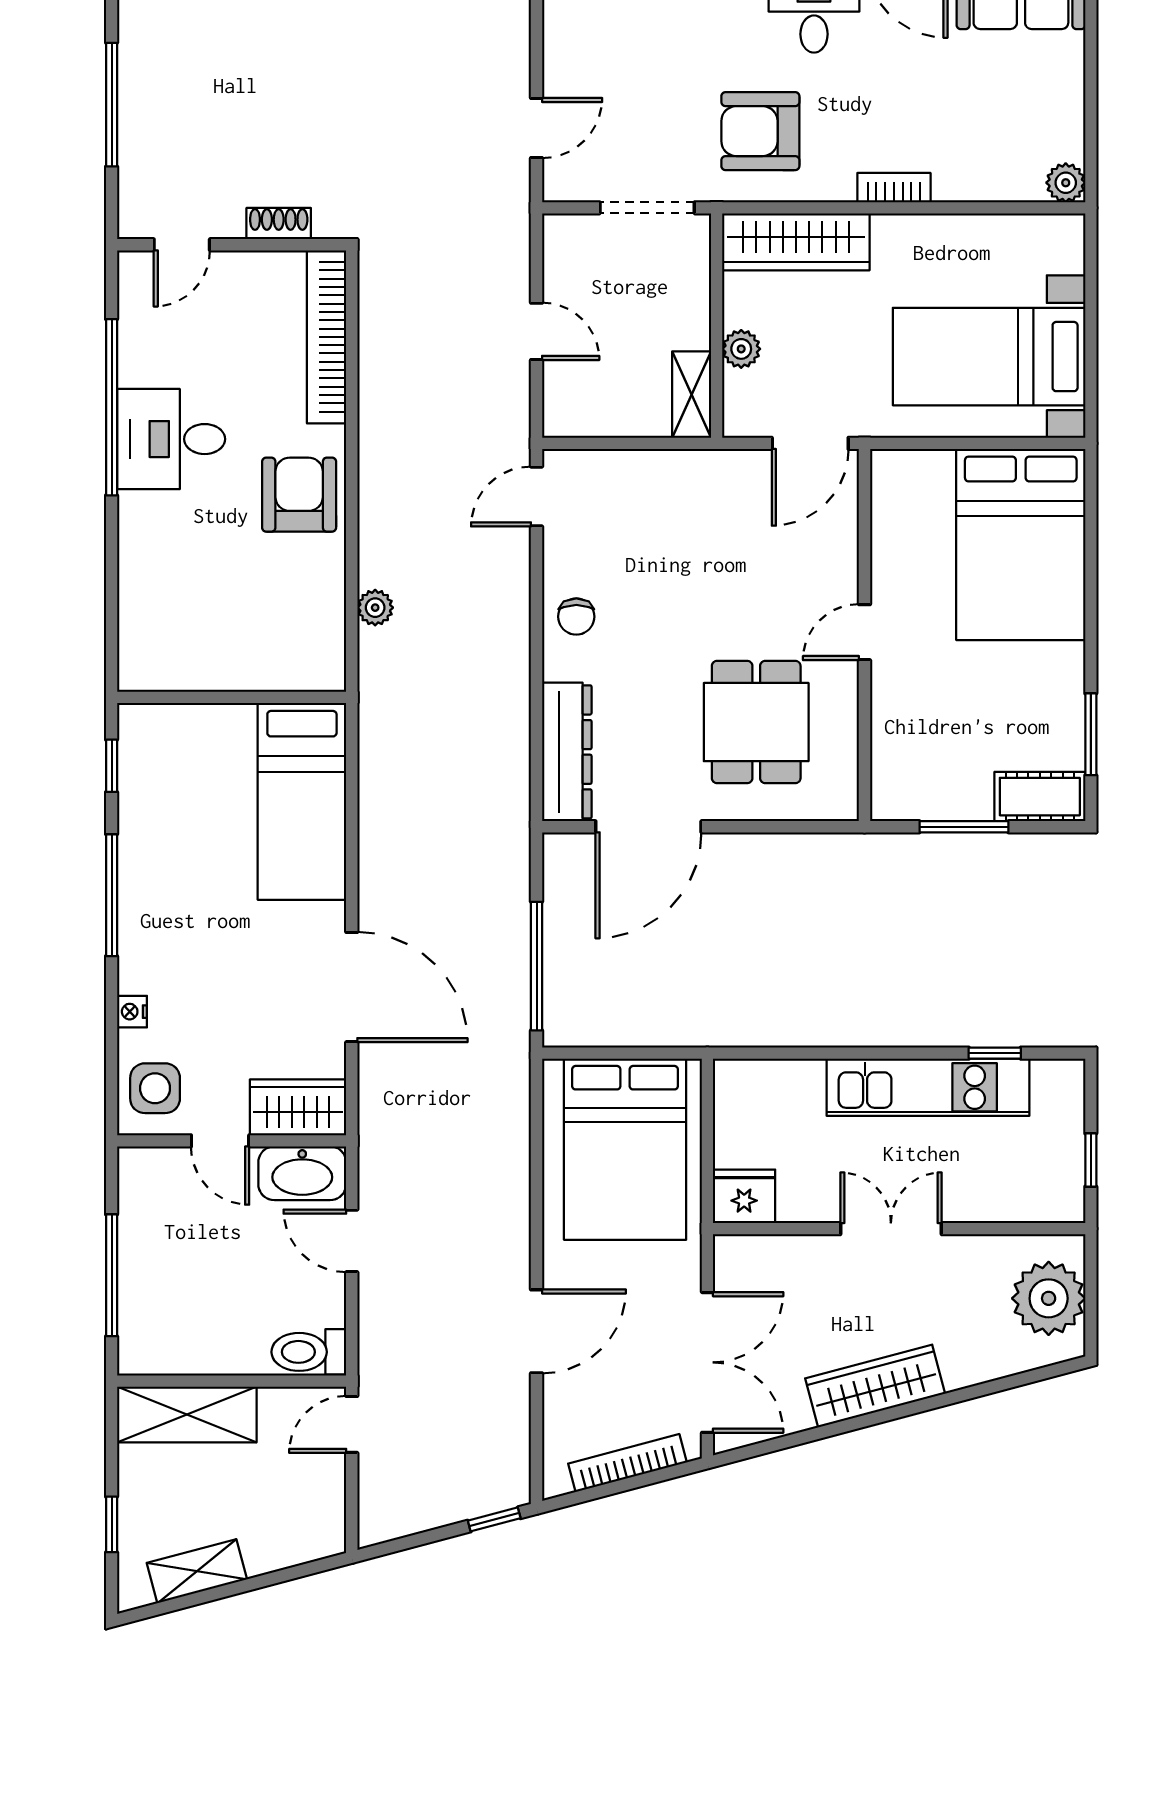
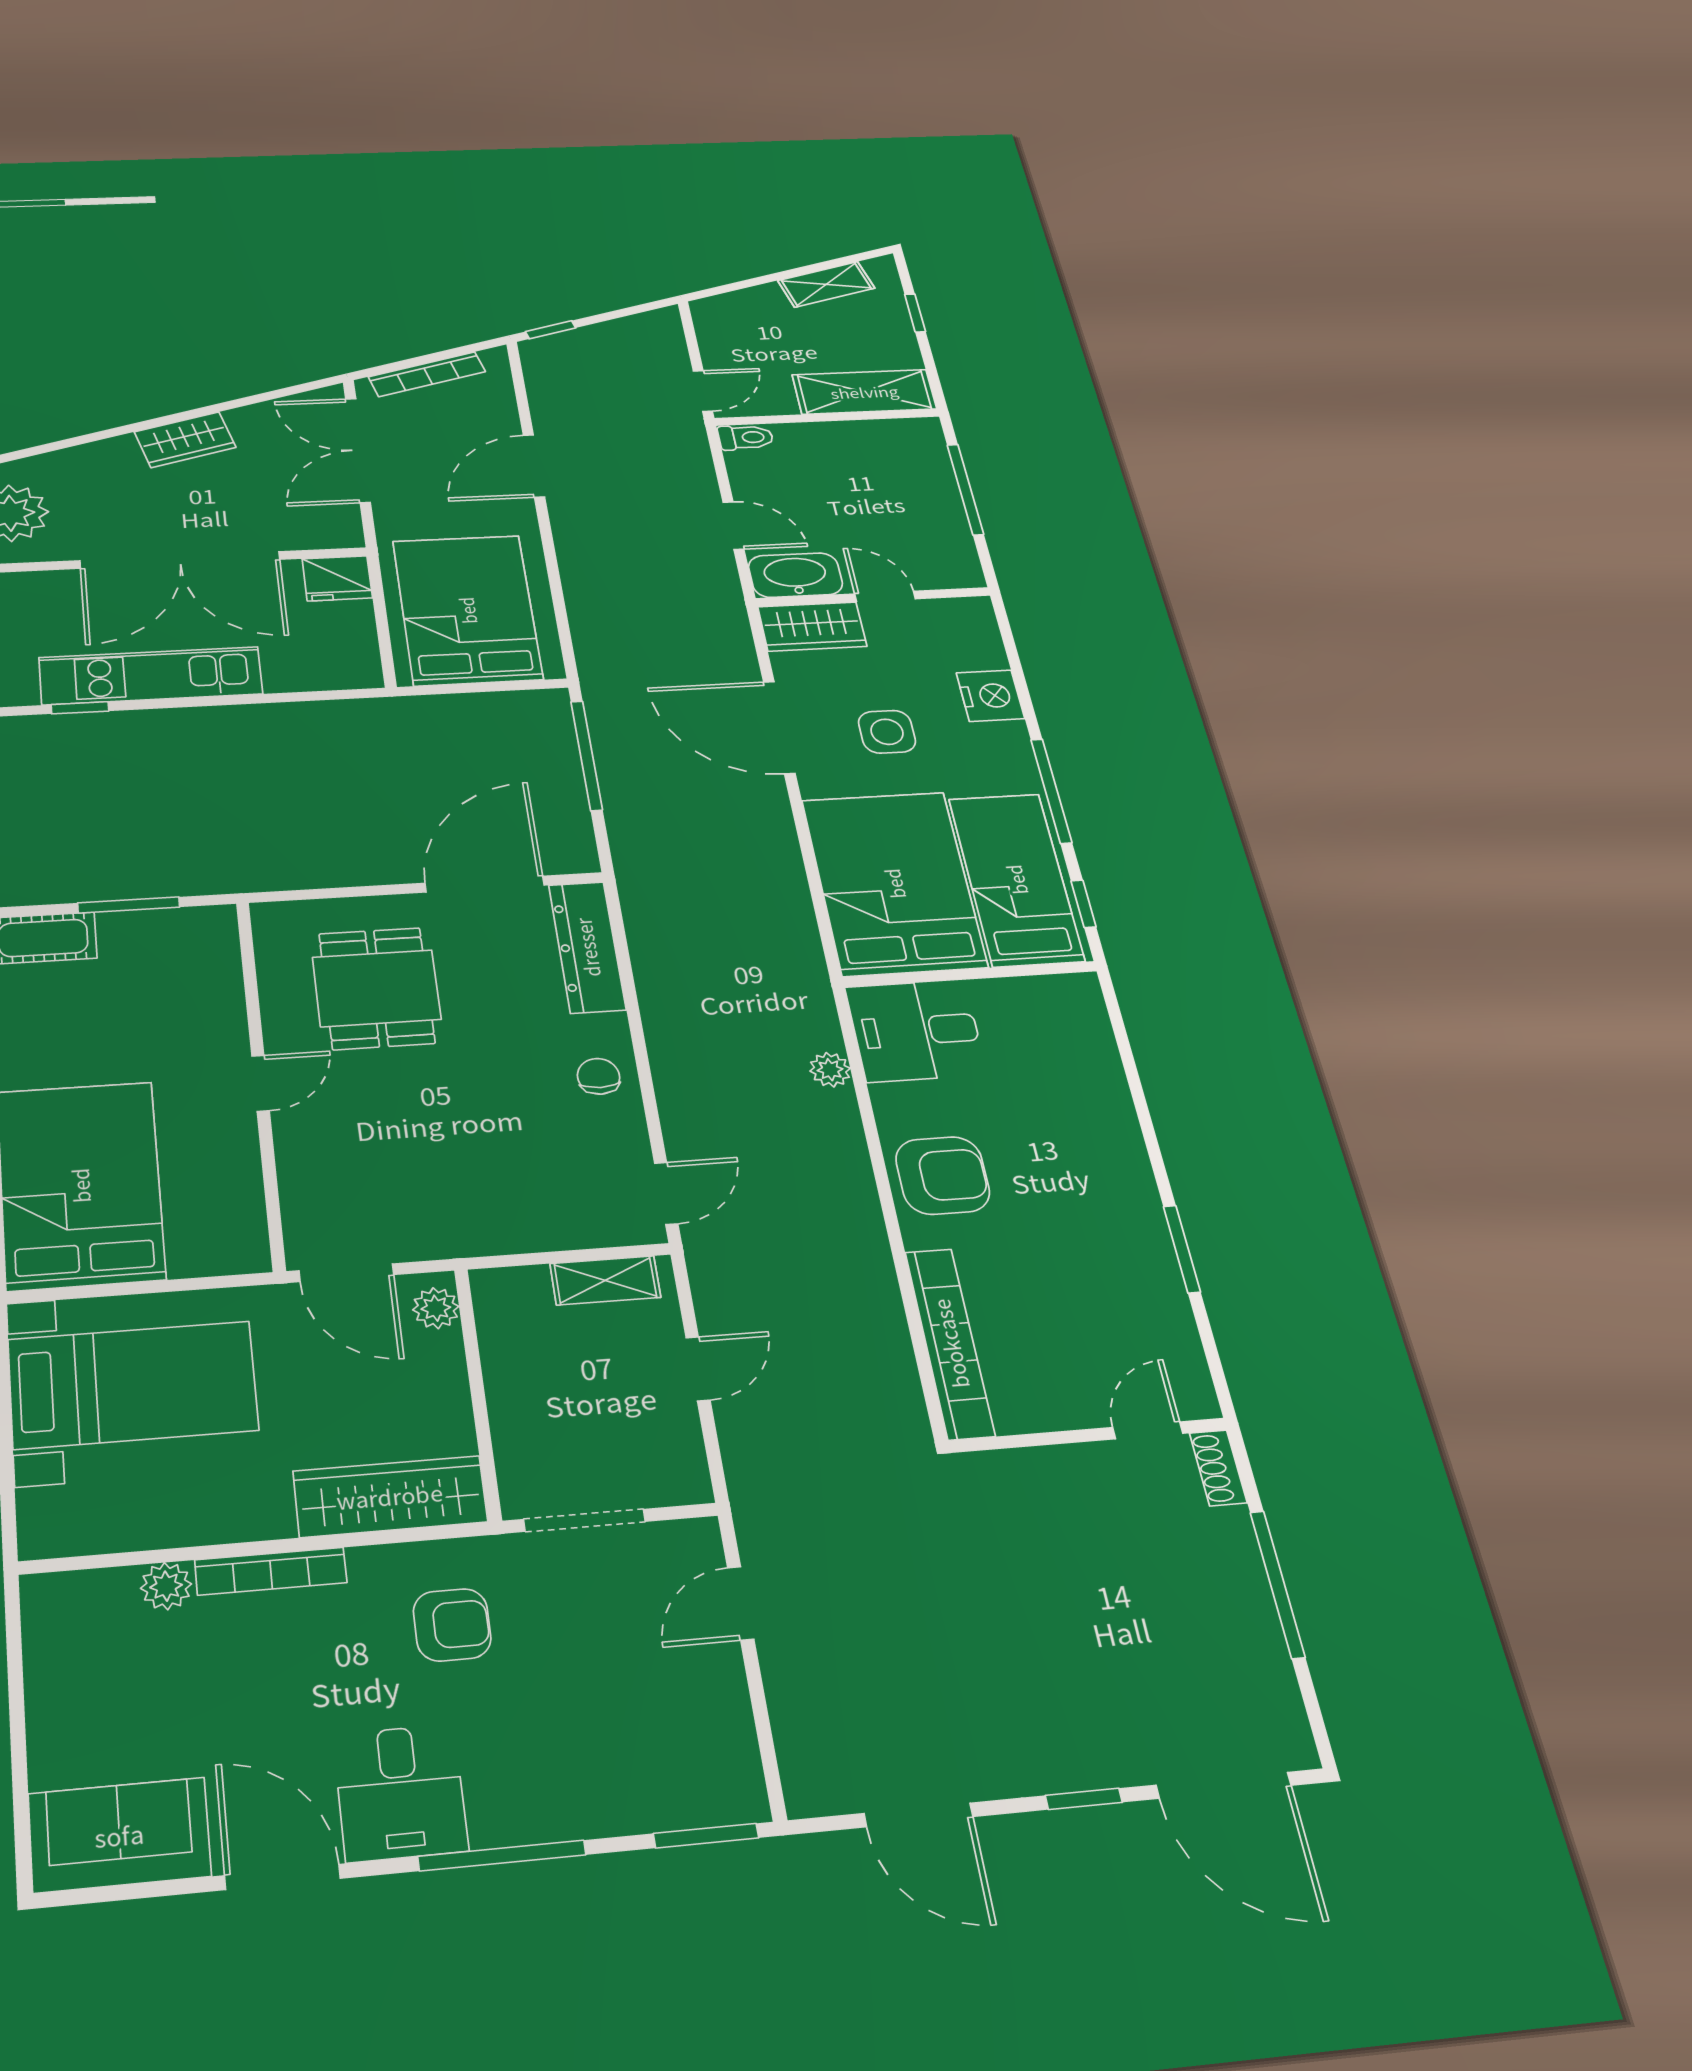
armchair: (760, 131) -> (452, 1625), width x0.72, depth x0.72
plant: (1066, 183) -> (166, 1586), moved
bookcase: (894, 188) -> (271, 1571), width x1.56
shoe rack: (279, 224) -> (1218, 1468), moved, turned 90
door: (537, 331) -> (698, 1369), swing flipped
plant: (741, 349) -> (436, 1308), moved
shelving: (692, 395) -> (605, 1280), moved, turned 90
window: (112, 407) -> (1182, 1249), width x0.47
desk: (171, 439) -> (916, 1031), moved, turned 180
door: (810, 443) -> (346, 1273), swing flipped
armchair: (299, 495) -> (943, 1175), turned -90
bed: (167, 797) -> (1016, 879), added
bed: (302, 801) -> (894, 883), width x1.50
nightstand: (132, 1012) -> (990, 696), width x1.89, depth x1.79
side table: (155, 1088) -> (887, 732), moved
double door: (891, 1229) -> (180, 560), width x1.87
toilet: (309, 1352) -> (746, 437), width x0.73, depth x0.72
wardrobe: (875, 1386) -> (185, 440), width x0.67

